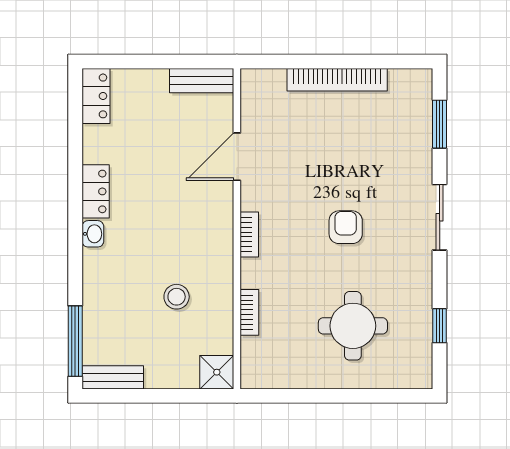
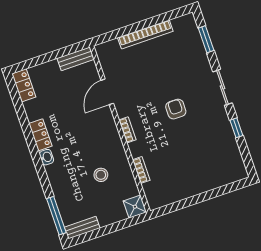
round table: (353, 326) -> (197, 159), removed
window: (440, 326) -> (236, 128), moved

